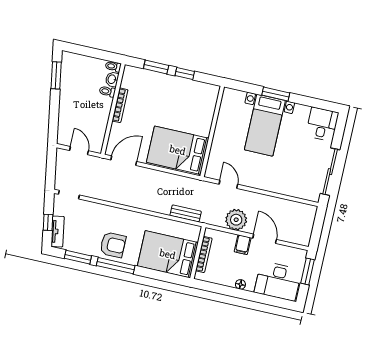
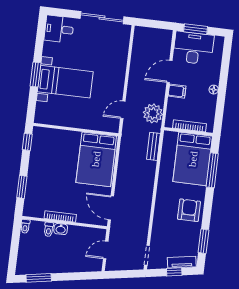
window: (185, 73) -> (27, 142), moved
washbasin: (112, 79) -> (61, 229), moved
plant: (236, 220) -> (153, 113), moved
window: (116, 266) -> (212, 170), moved
desk: (278, 281) -> (193, 48), moved, turned -90

